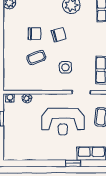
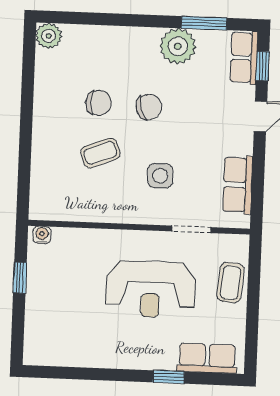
plant: (27, 98) -> (77, 237), removed

